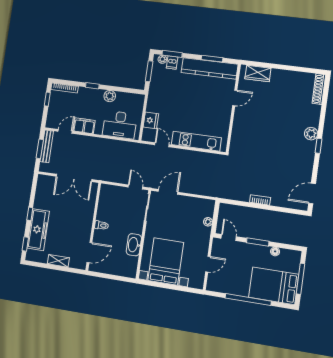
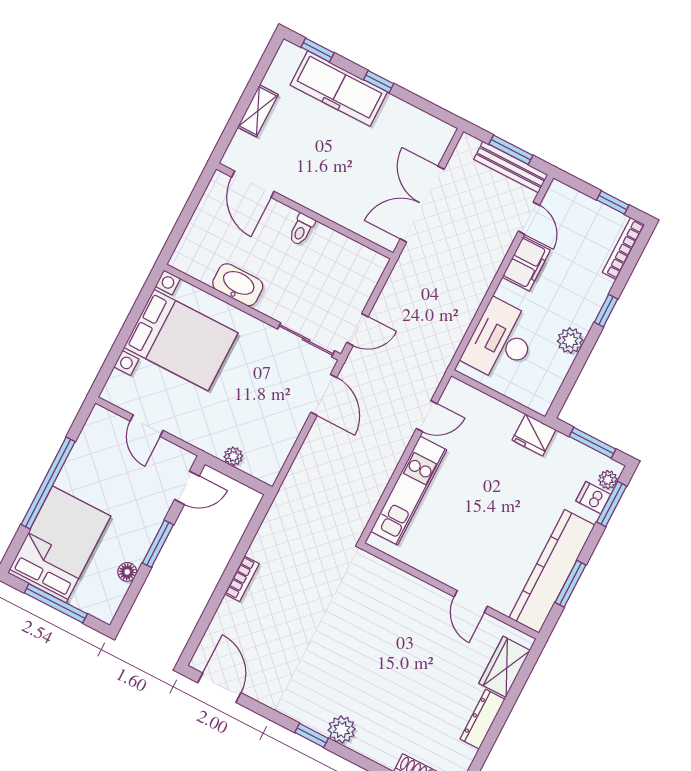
dresser: (284, 75) -> (482, 719), added
fridge: (151, 120) -> (534, 435), moved

